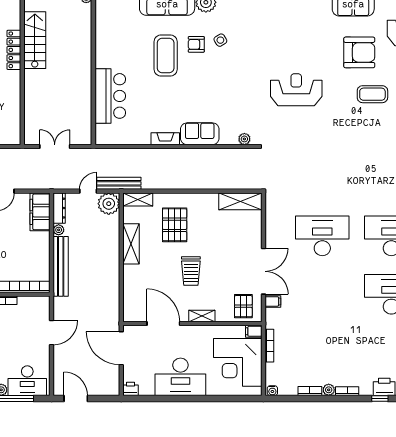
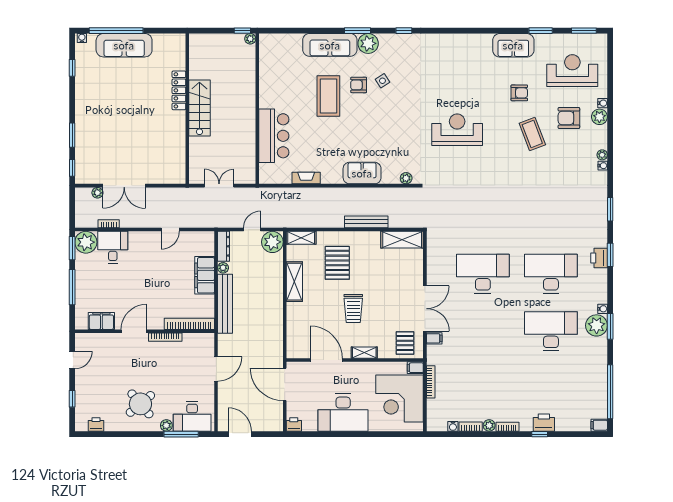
stairs: (35, 40) -> (199, 108), moved
armchair: (359, 52) -> (519, 93), width x0.53, depth x0.53
coffee table: (372, 94) -> (532, 134), turned 69
fireplace: (165, 139) -> (306, 178), moved
bench: (119, 183) -> (366, 222), moved
filing cabinet: (40, 212) -> (205, 275), moved
water cooler: (272, 391) -> (453, 426), moved

